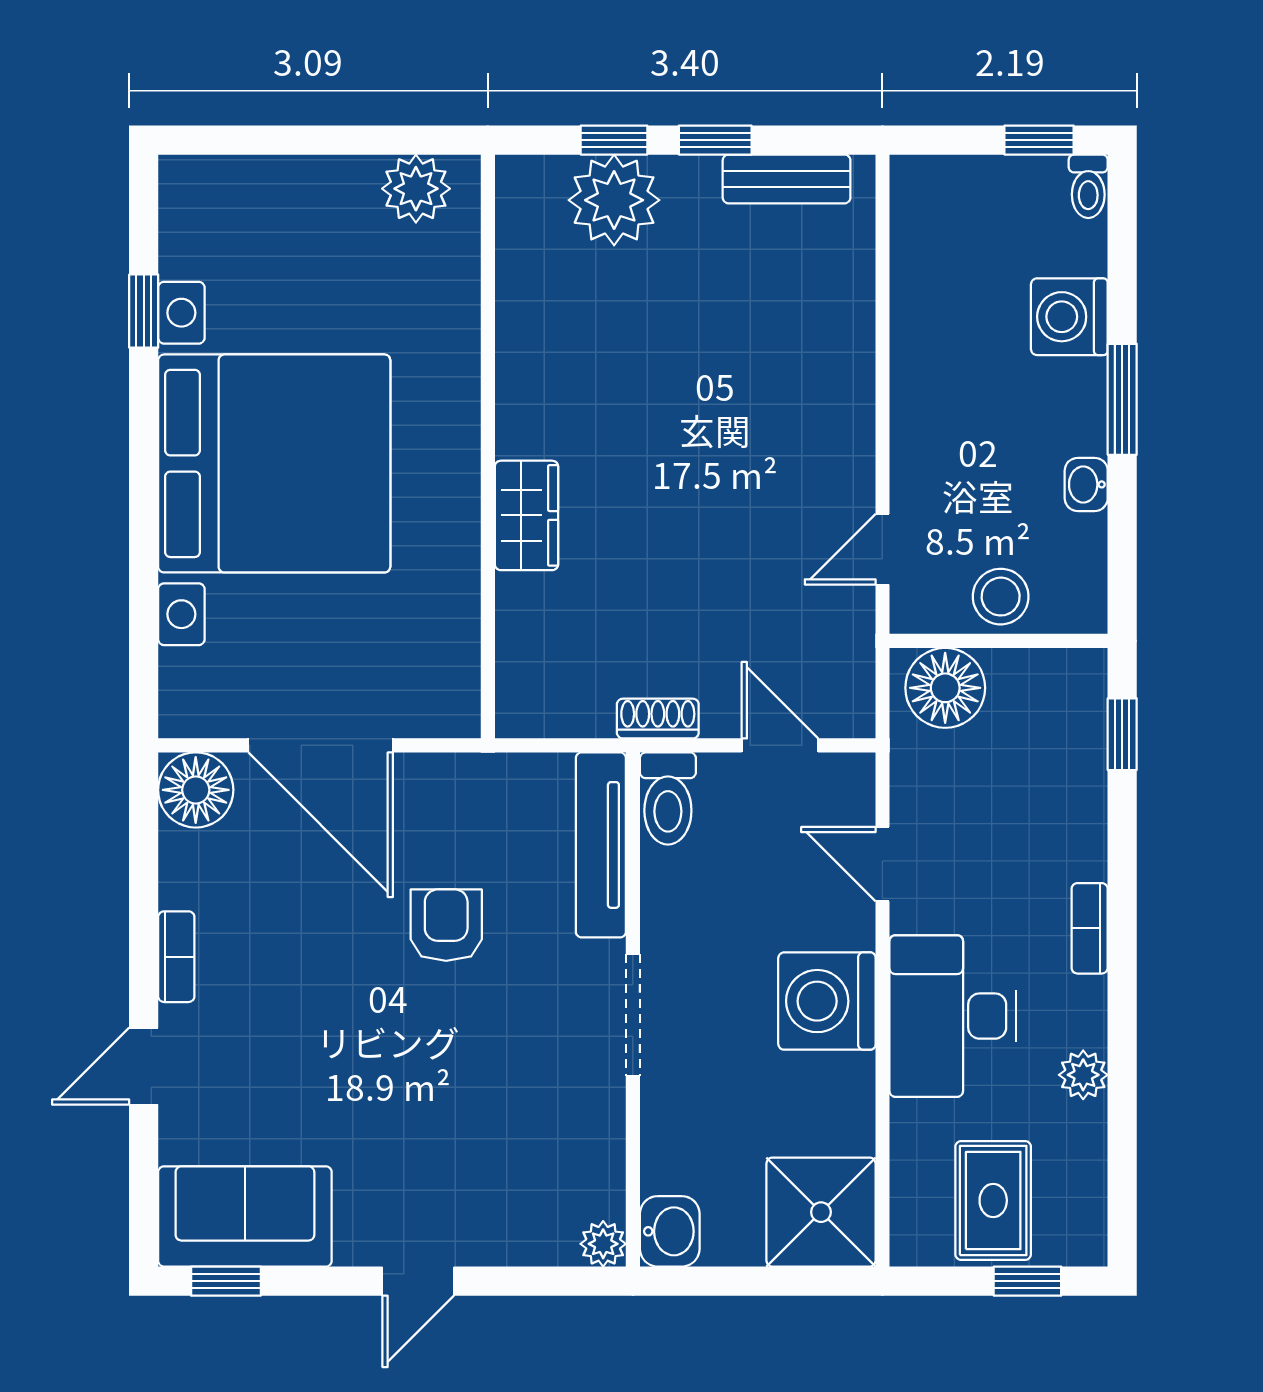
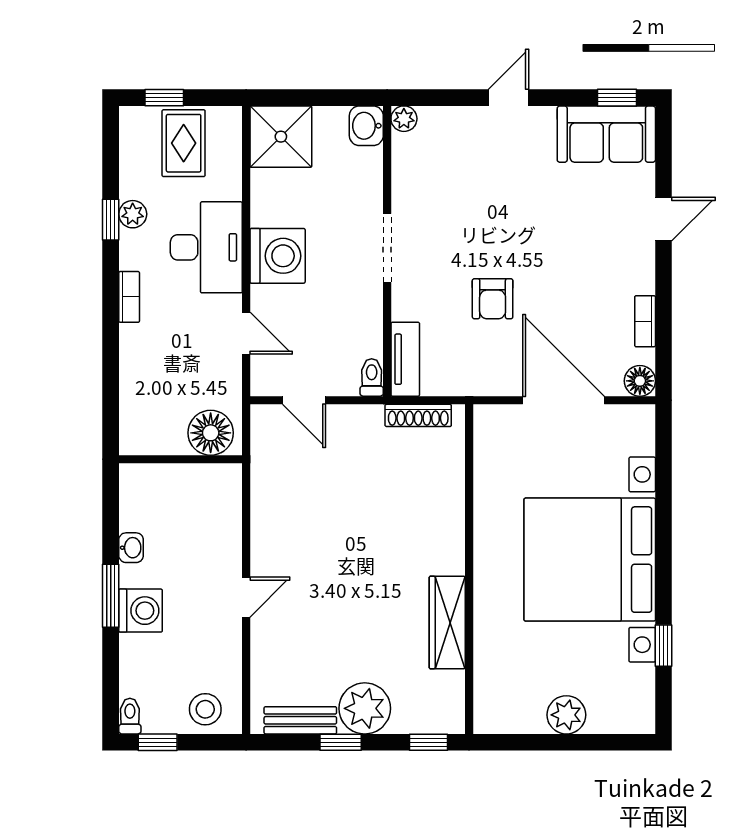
window: (614, 140) -> (429, 742), moved
plant: (416, 189) -> (566, 715), moved
plant: (614, 200) -> (365, 708), moved
washing machine: (1069, 317) -> (141, 611), moved
wardrobe: (527, 515) -> (447, 623), moved, width x1.50
door: (882, 549) -> (246, 597), moved
stool: (1001, 597) -> (205, 709), moved
shoe rack: (658, 719) -> (418, 415), moved, width x1.43
window: (1122, 734) -> (111, 220), moved
floor lamp: (196, 790) -> (640, 381), width x0.73, depth x0.73
toilet: (668, 798) -> (372, 378), width x0.73, depth x0.72
tv unit: (601, 845) -> (405, 359), width x0.71
bookcase: (176, 957) -> (645, 321), moved

